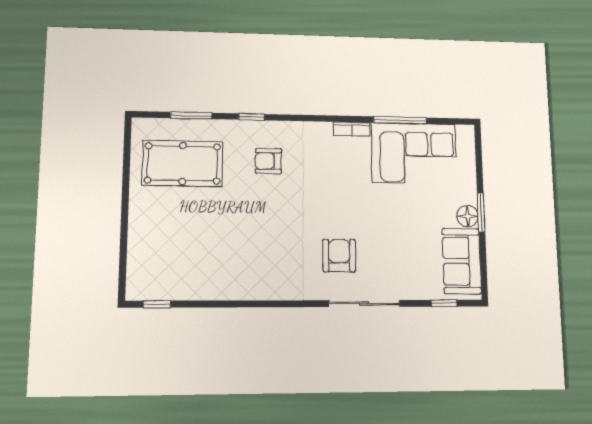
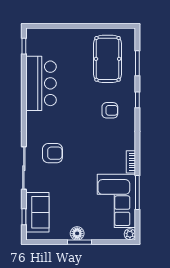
plant: (465, 133) -> (130, 234), added
armchair: (268, 161) -> (110, 110), turned 90
sofa: (462, 261) -> (37, 212), moved, turned 90
bar counter: (222, 275) -> (41, 83), added

